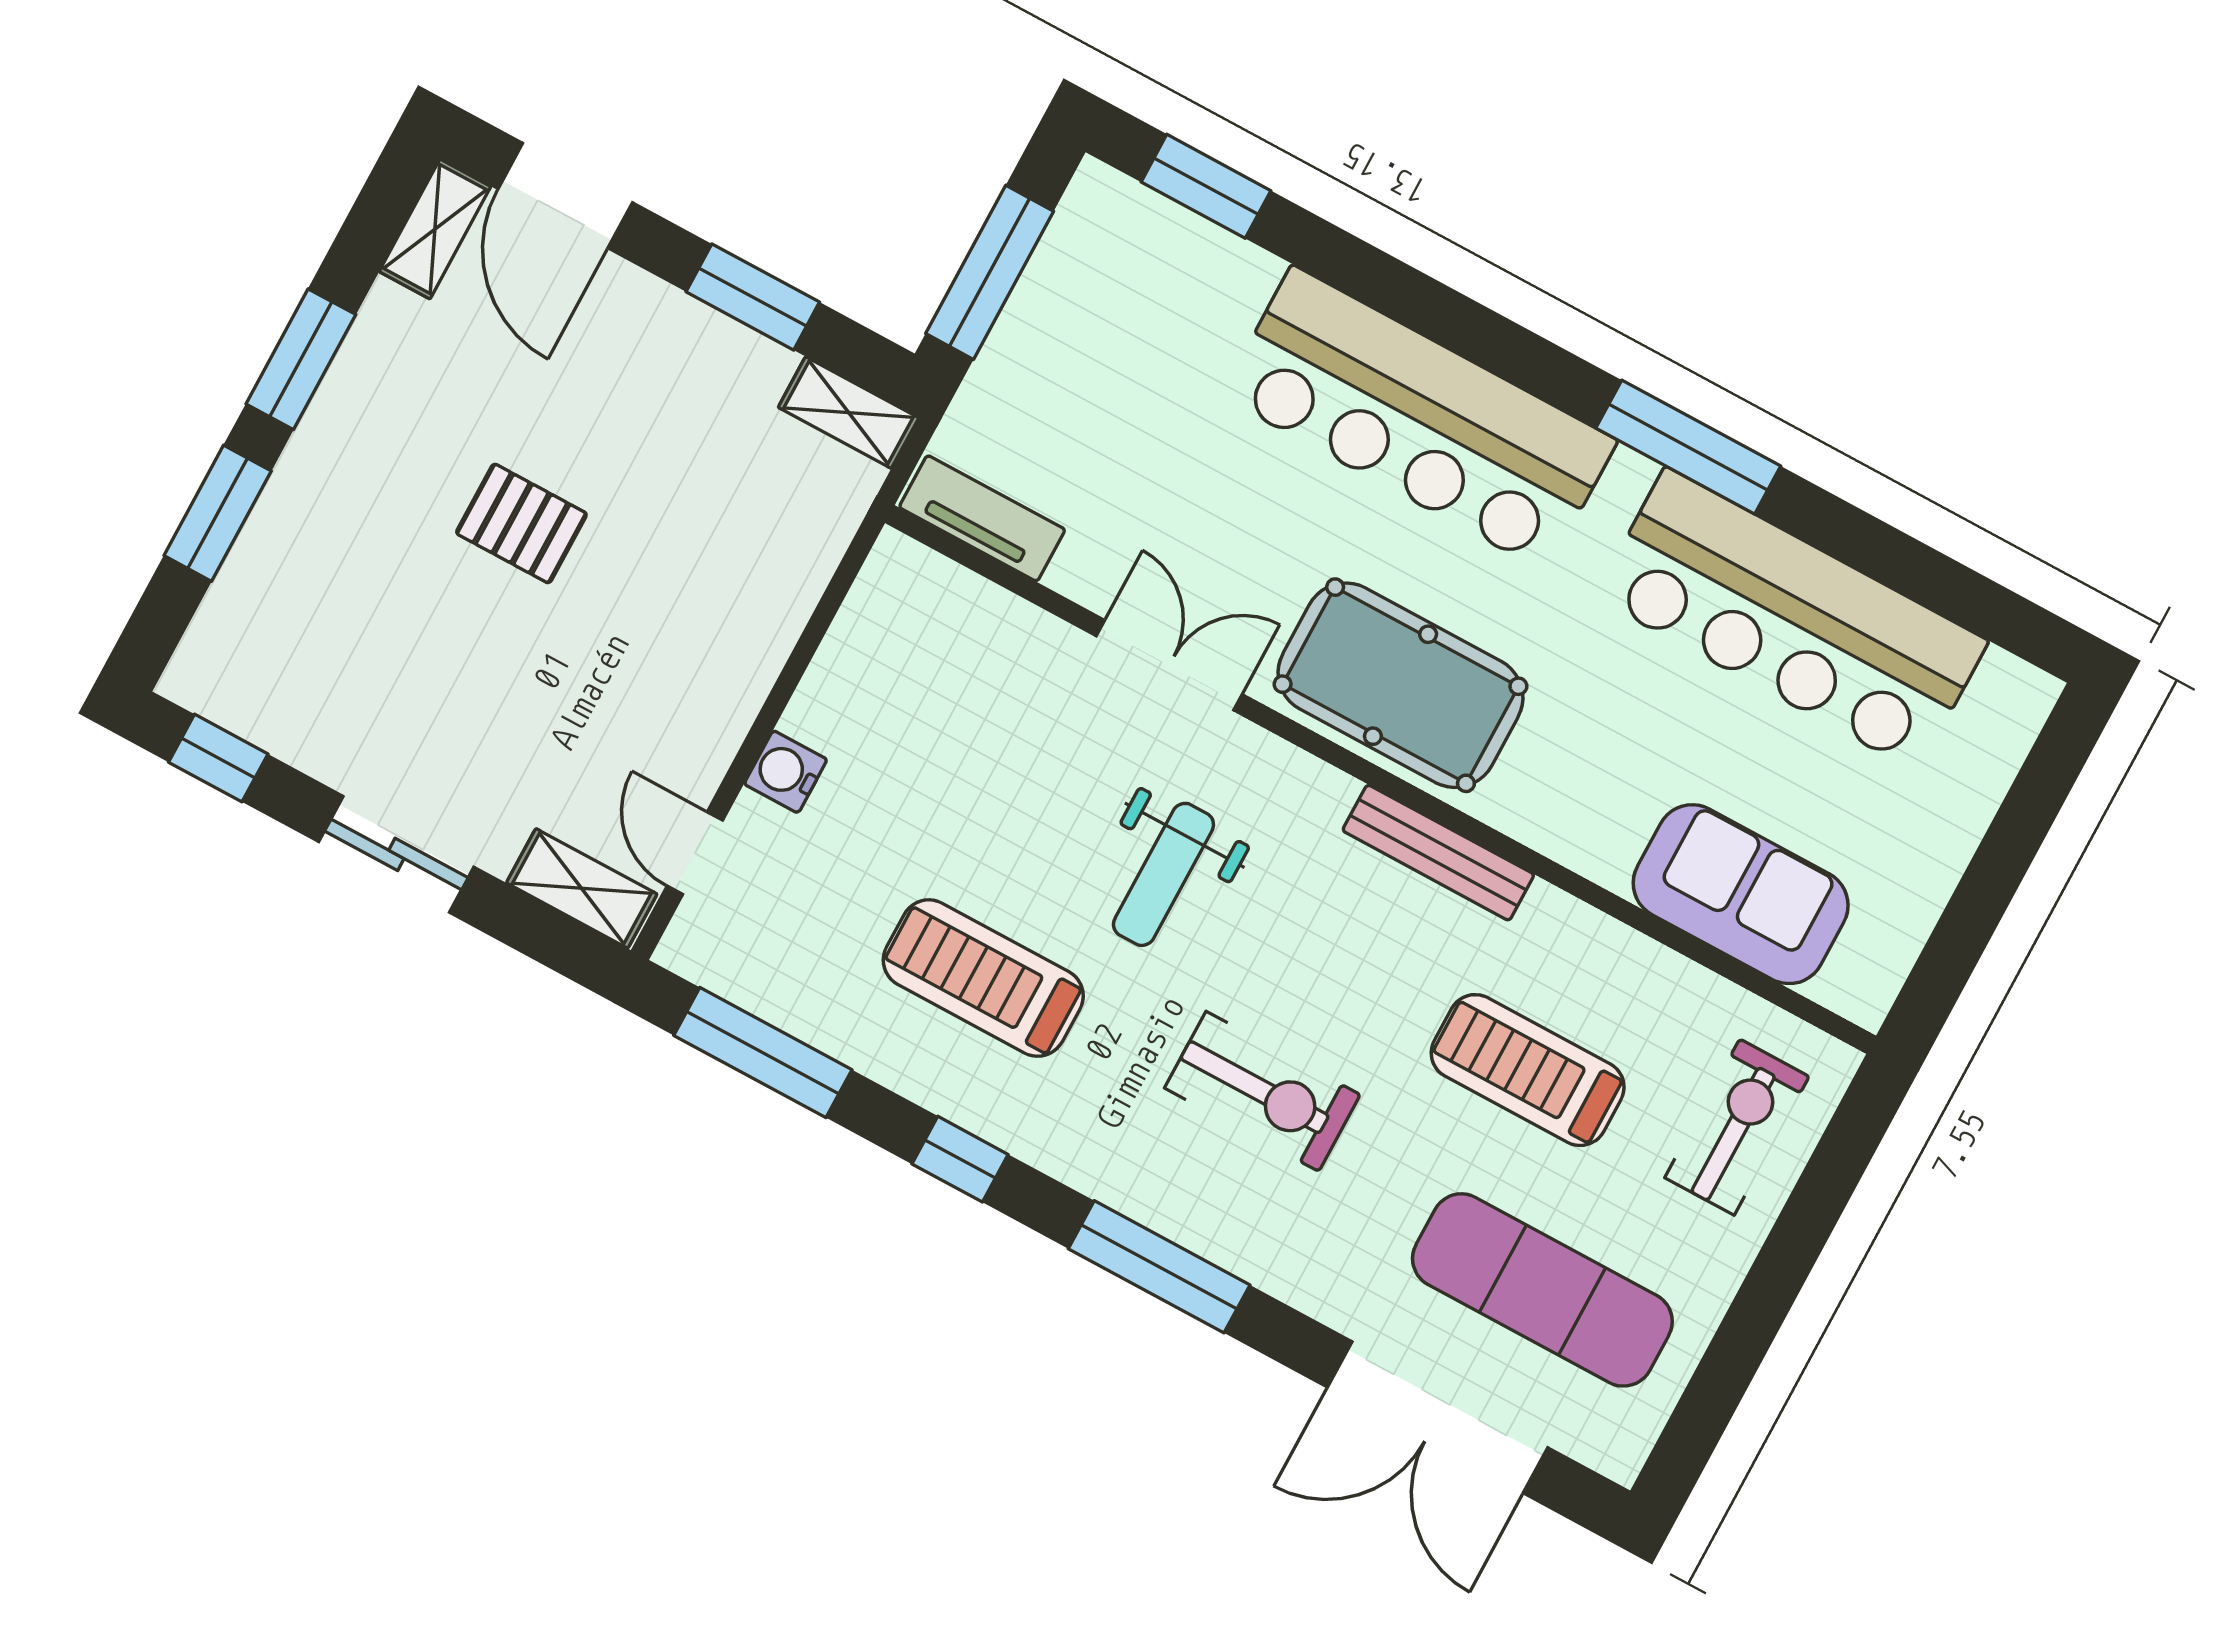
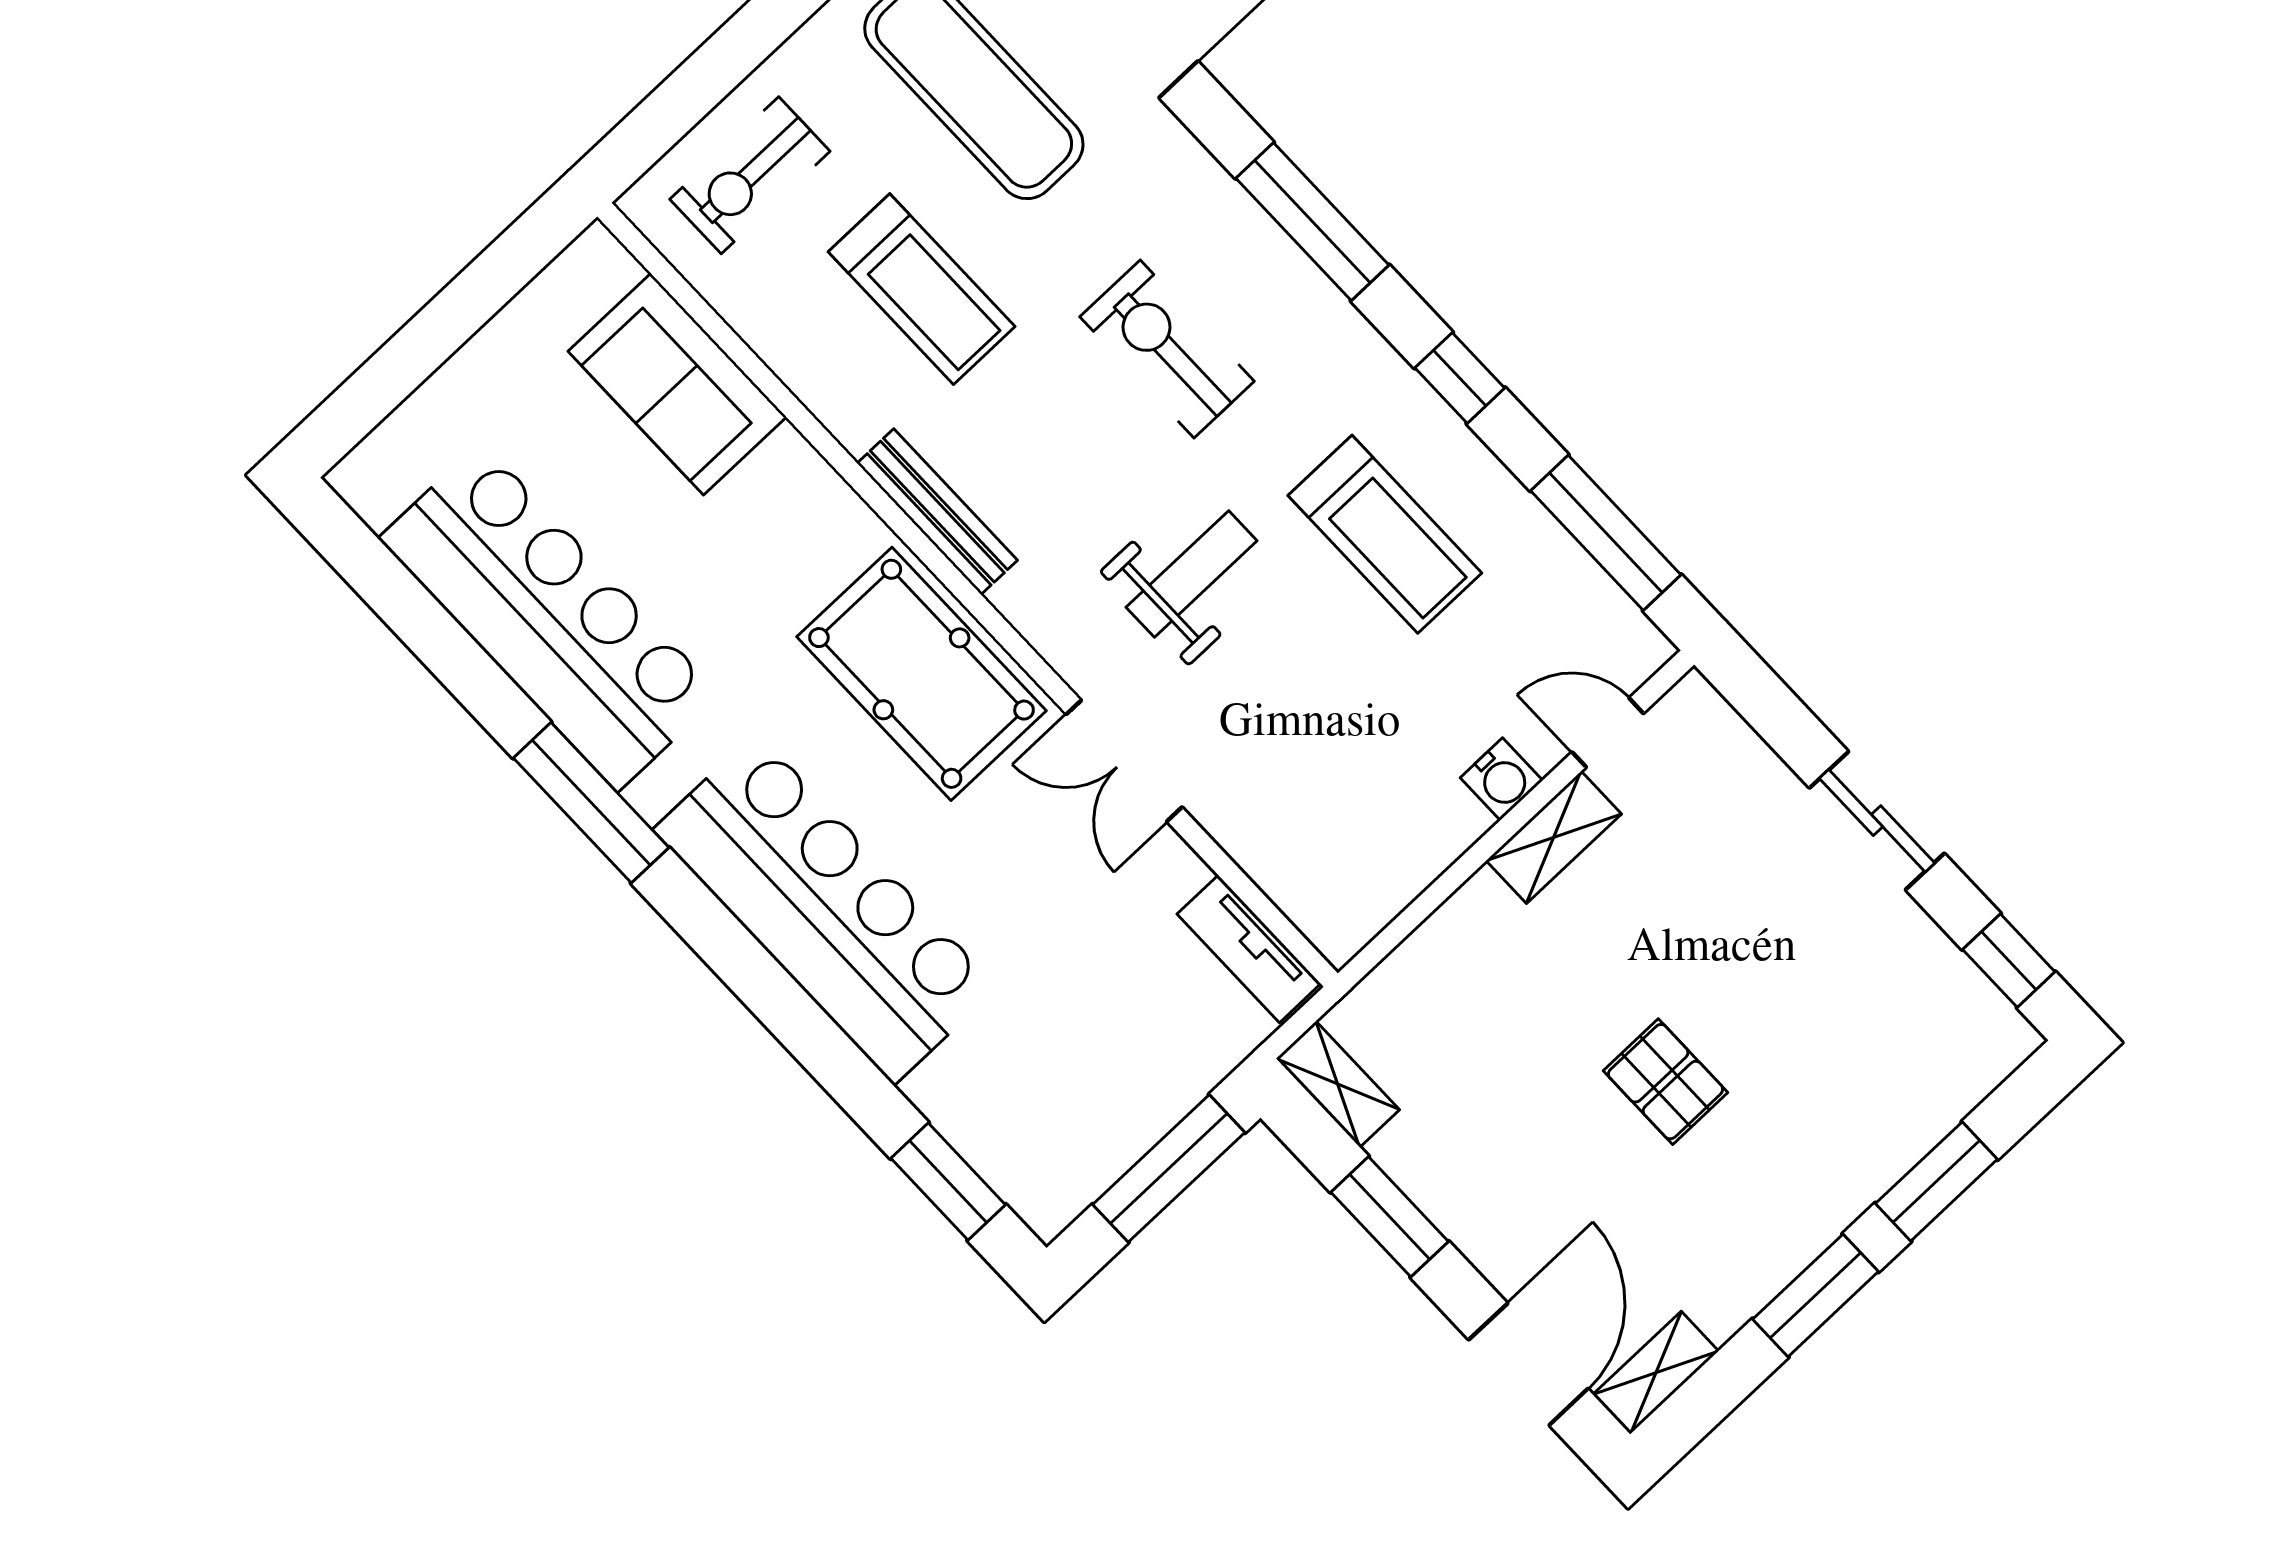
door: (695, 853) -> (1608, 733), swing flipped
shelving: (582, 888) -> (1554, 837), moved, turned 90

